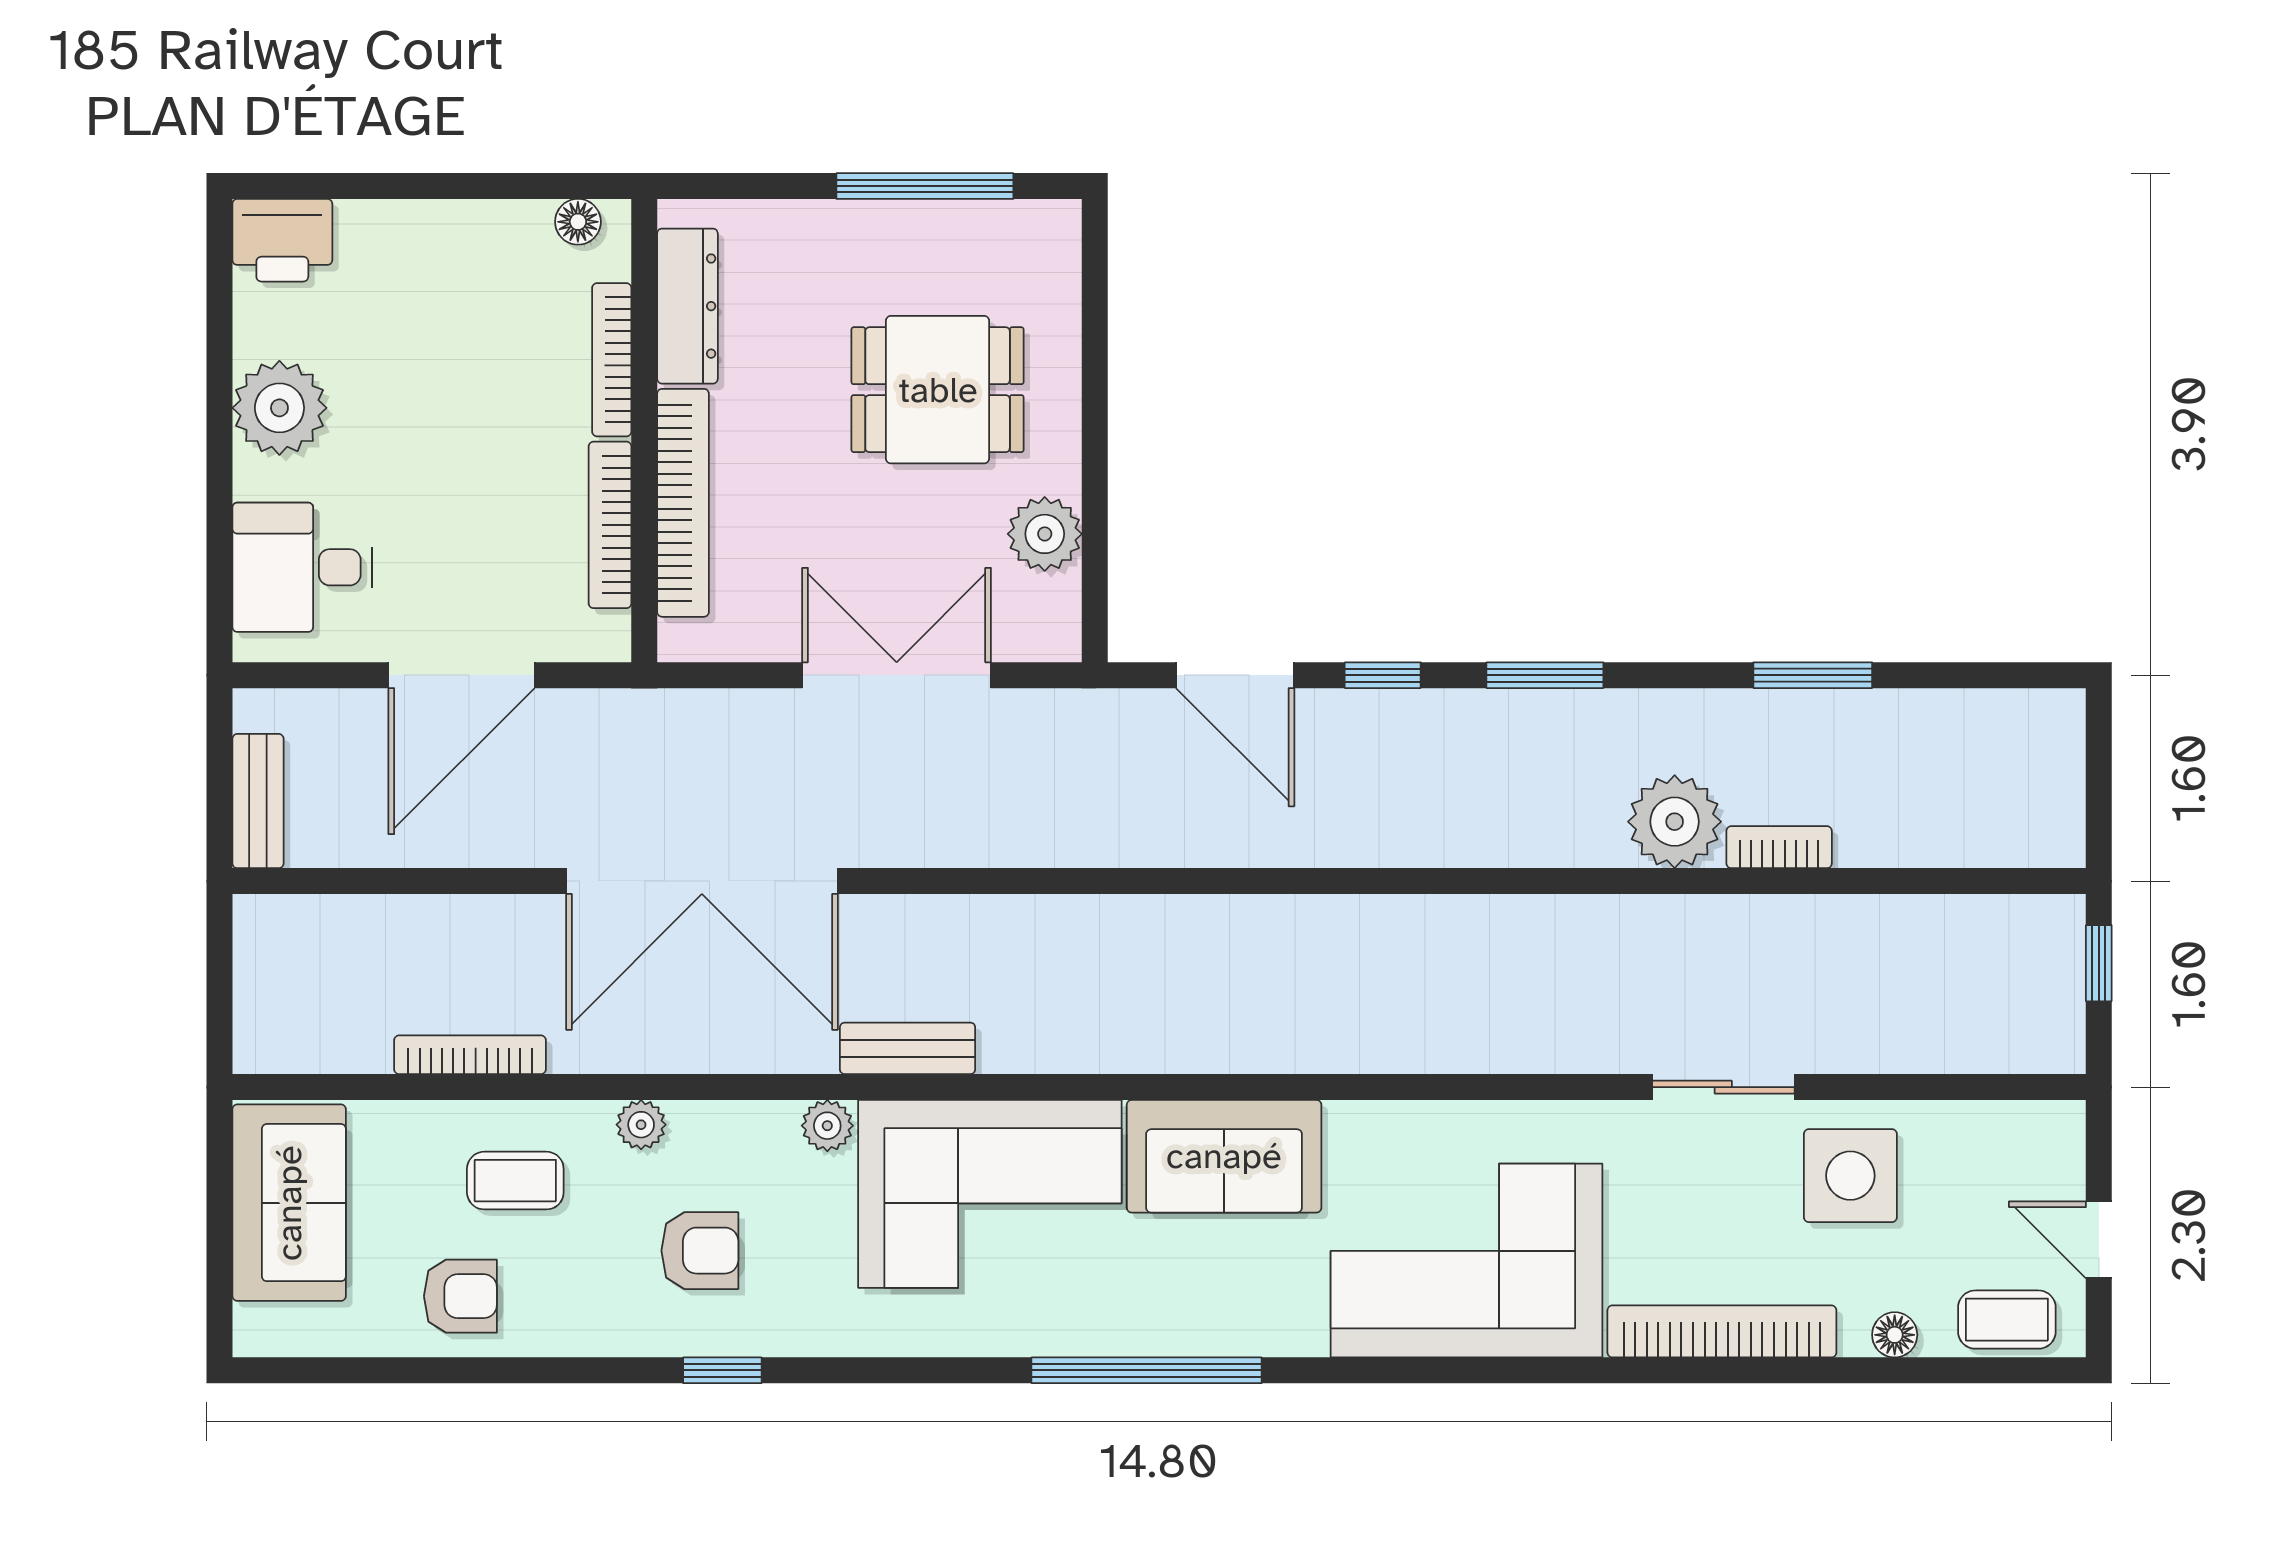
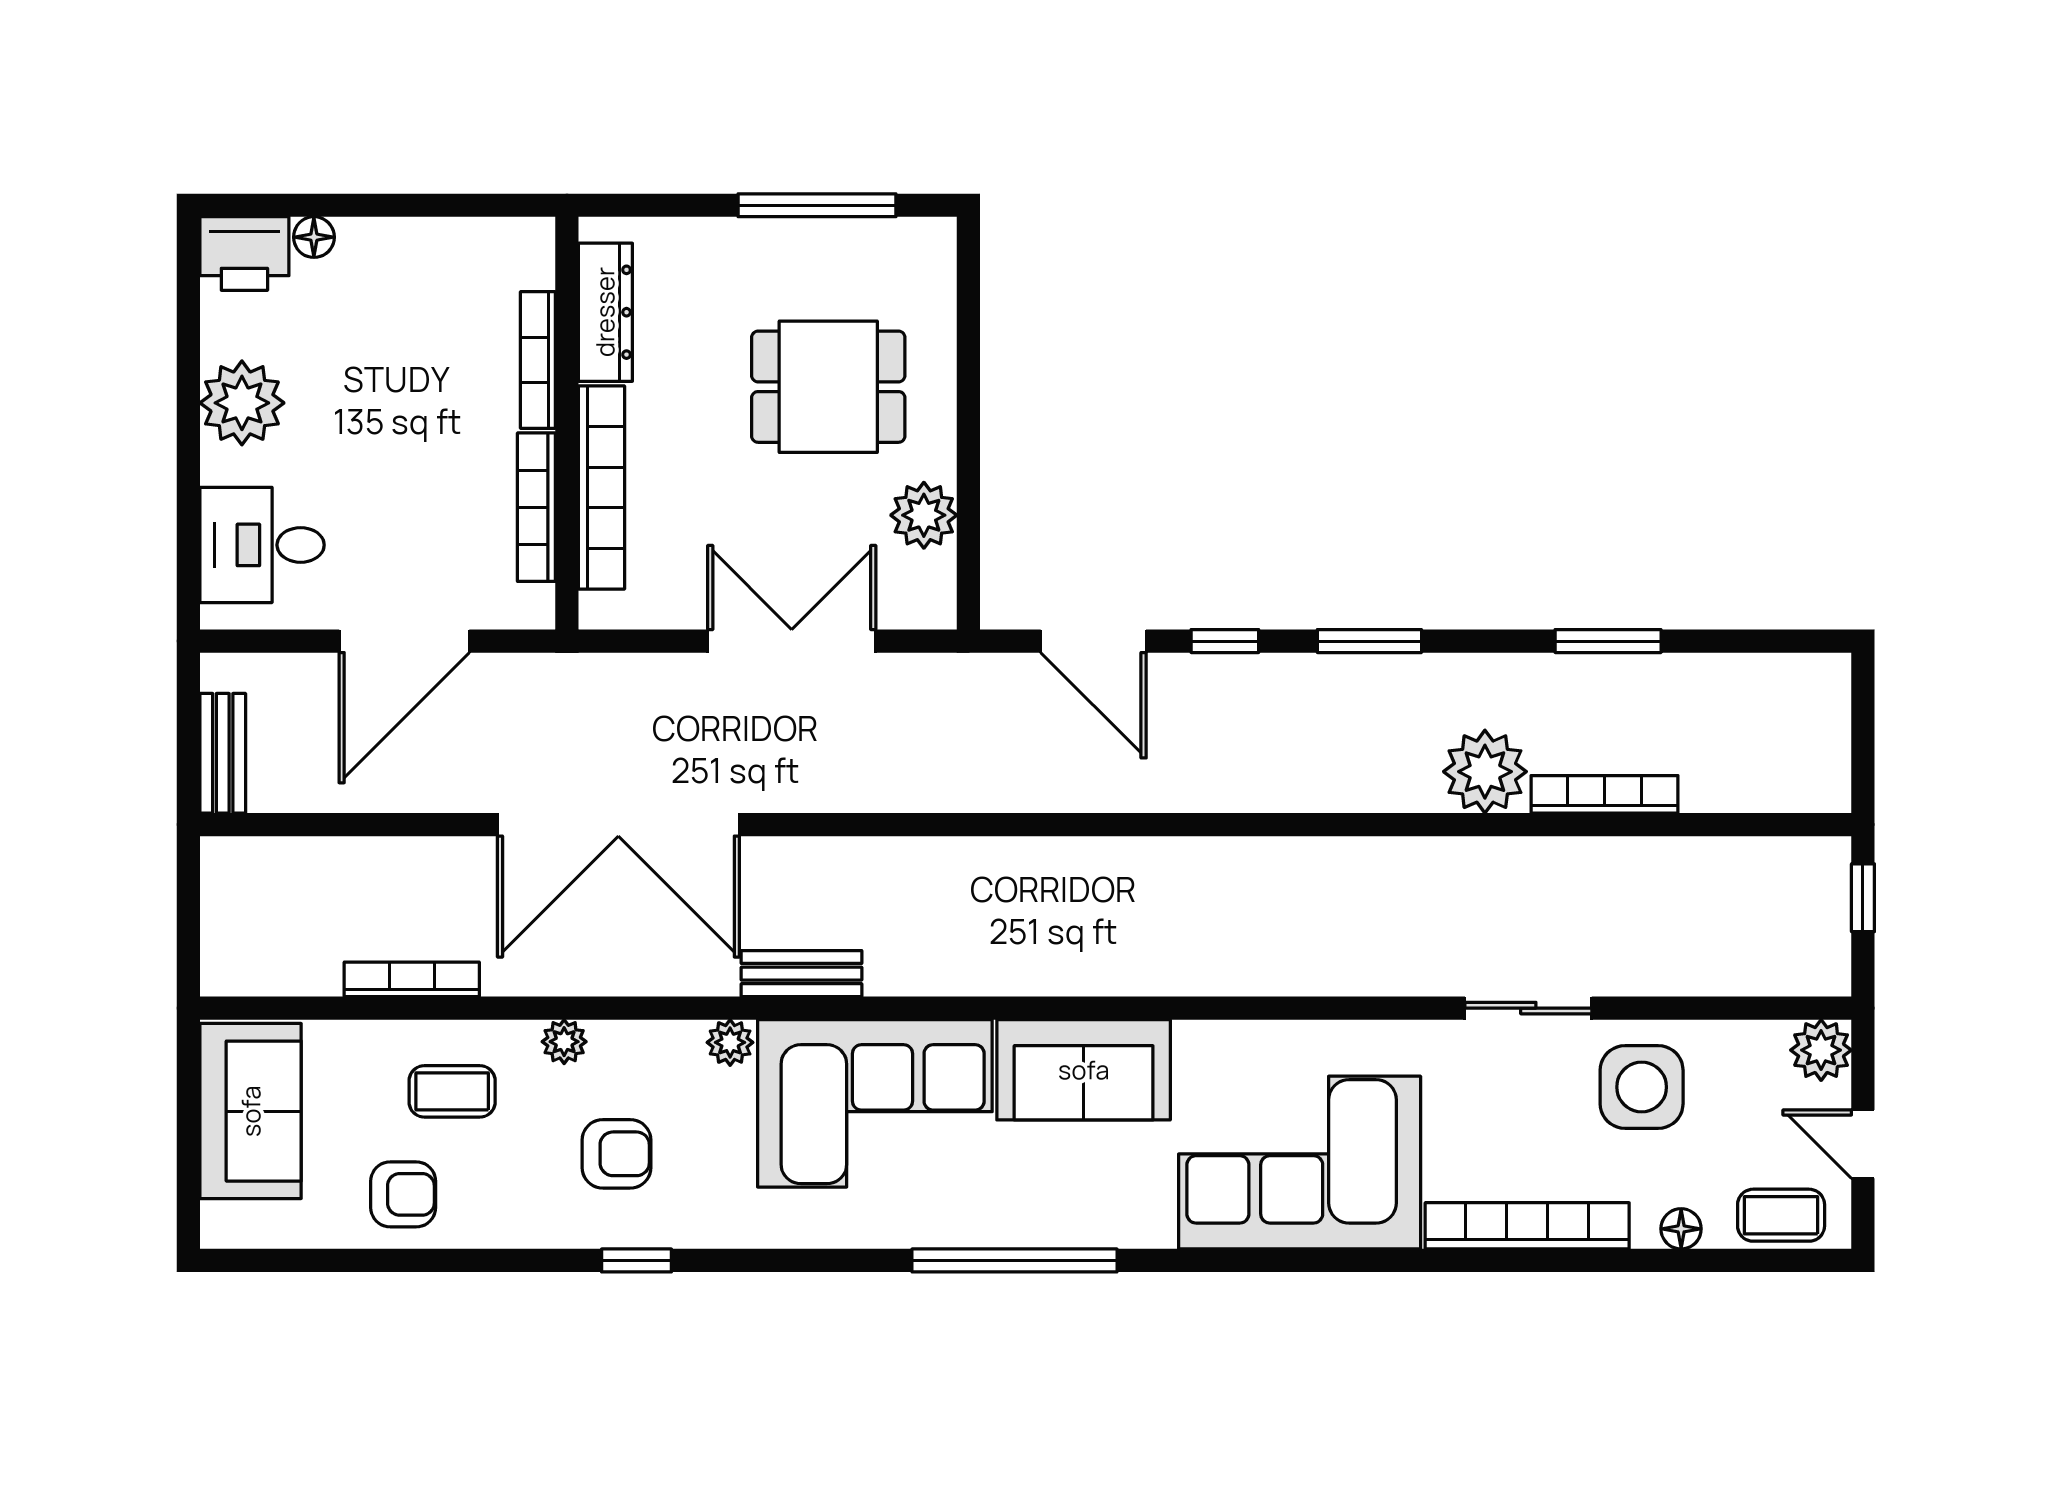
floor lamp: (578, 222) -> (314, 237), moved
bookcase: (1779, 847) -> (1605, 794), width x1.56
plant: (2052, 1134) -> (1821, 1050), added

